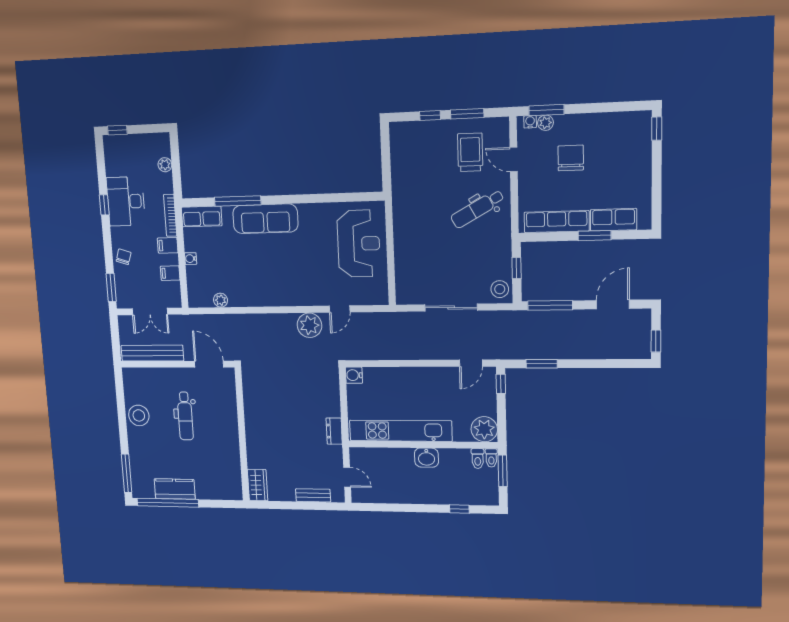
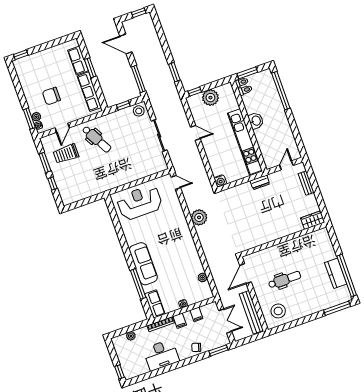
window: (104, 205) -> (168, 368), removed
door: (340, 309) -> (176, 182), moved
door: (471, 363) -> (195, 133), moved
stool: (139, 415) -> (278, 311), moved
plant: (484, 429) -> (210, 98), moved
window: (459, 509) -> (281, 91), width x3.17

